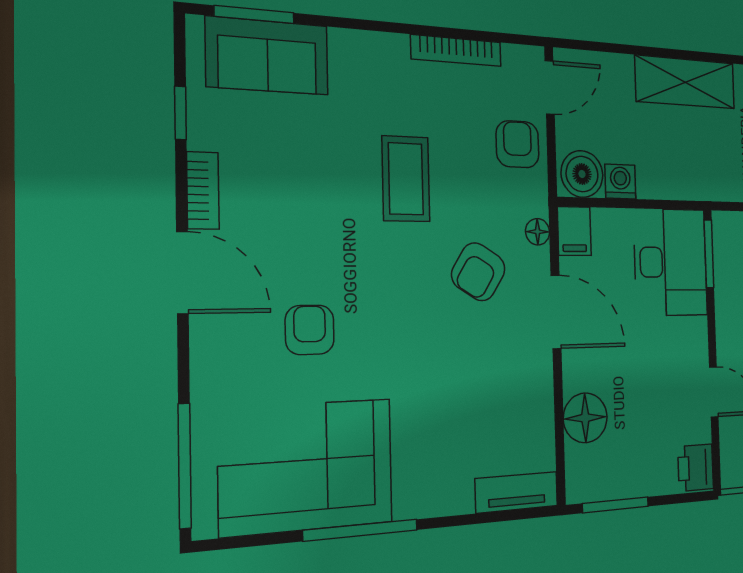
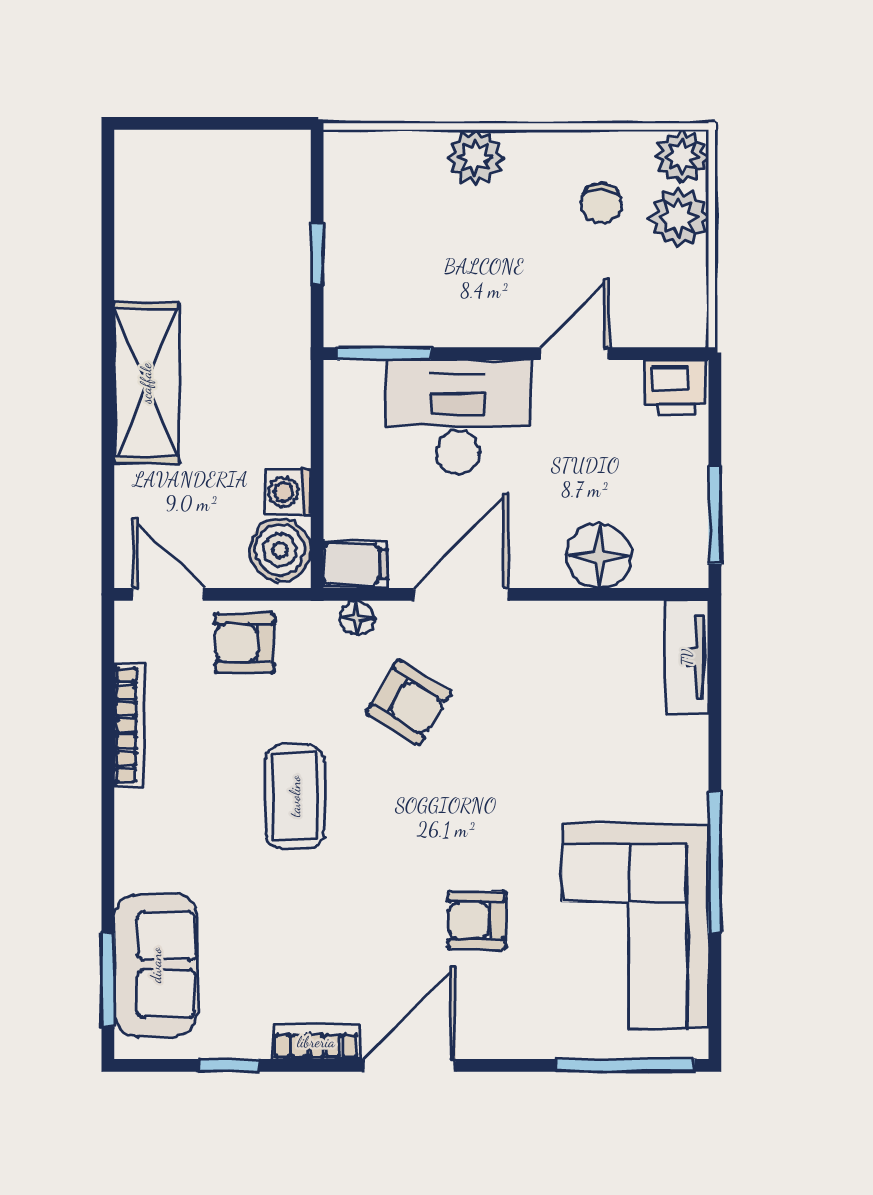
coffee table: (406, 179) -> (295, 796), turned 90
desk: (671, 262) -> (458, 417), moved

